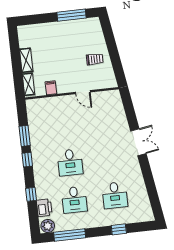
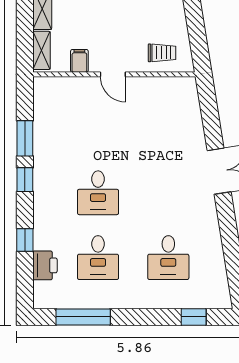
trolley: (95, 59) -> (162, 53), moved
door: (83, 92) -> (113, 74), moved
plant: (48, 226) -> (47, 297), removed
window: (119, 229) -> (194, 317), moved

